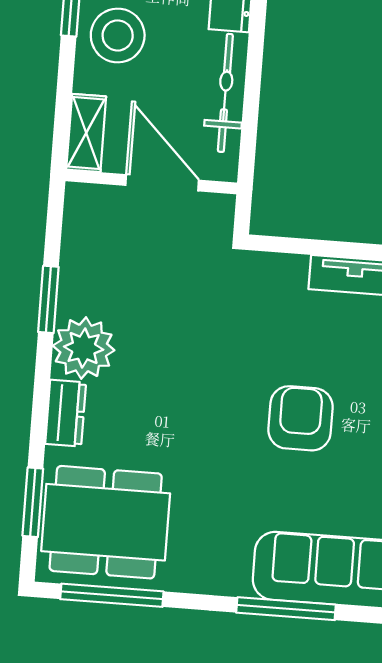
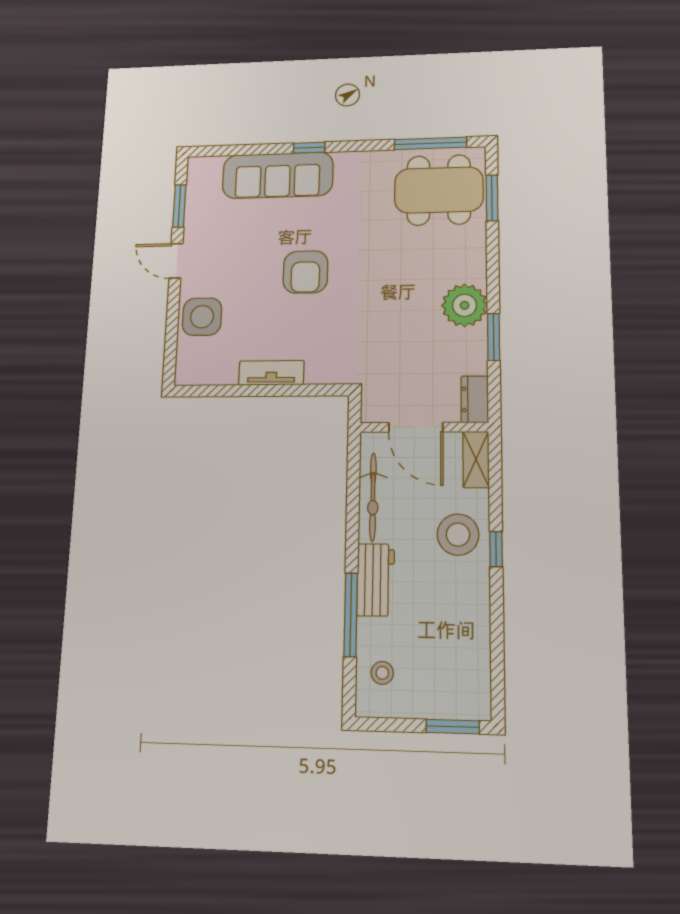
dresser: (66, 413) -> (475, 399), moved
window: (286, 609) -> (309, 148), width x0.46

